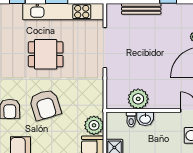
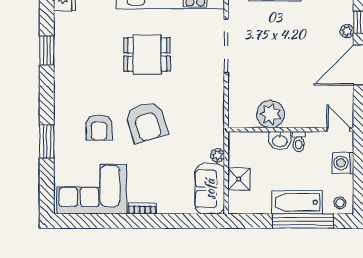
toilet: (131, 119) -> (299, 142), moved
plant: (94, 125) -> (218, 155), width x0.53, depth x0.53

